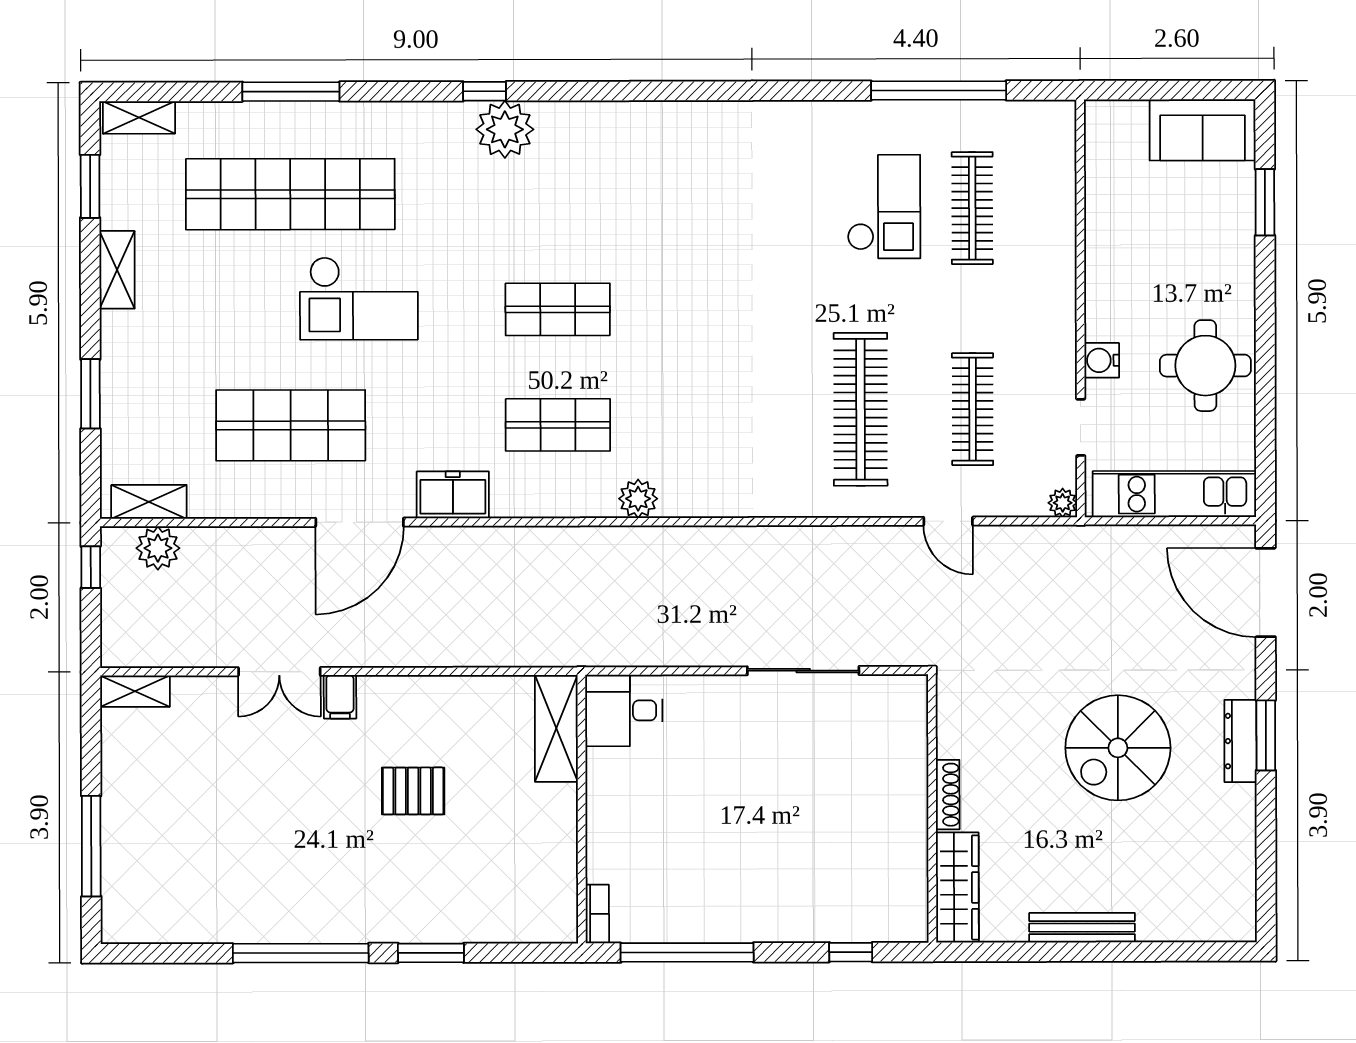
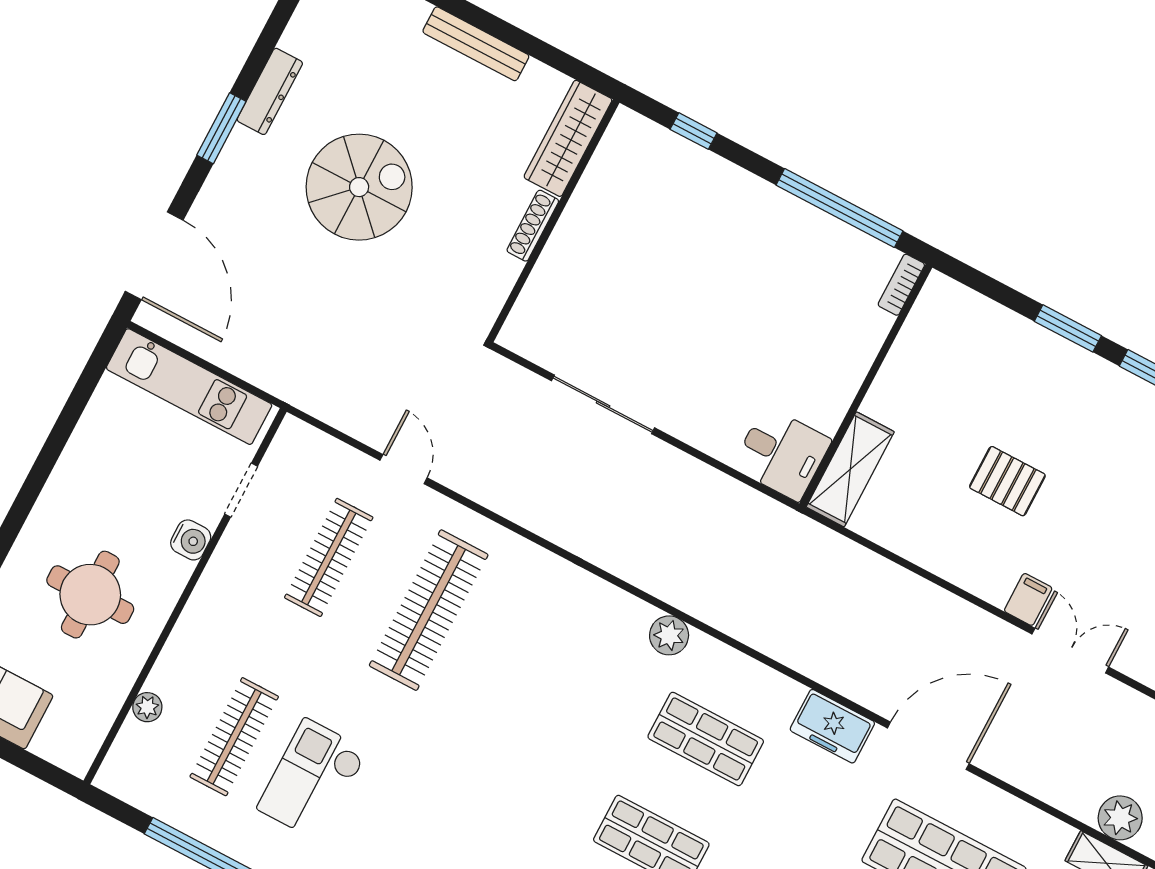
round table: (1205, 366) -> (90, 595), moved
plant: (1063, 503) -> (147, 707), moved
dresser: (1240, 741) -> (270, 91), moved

